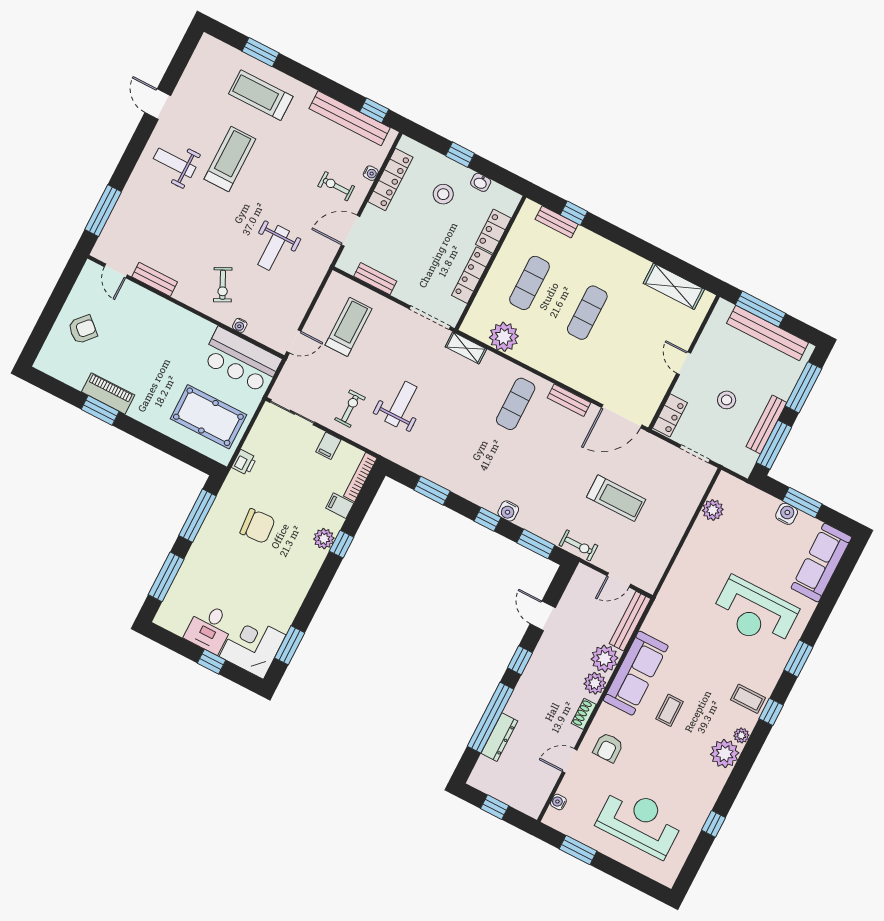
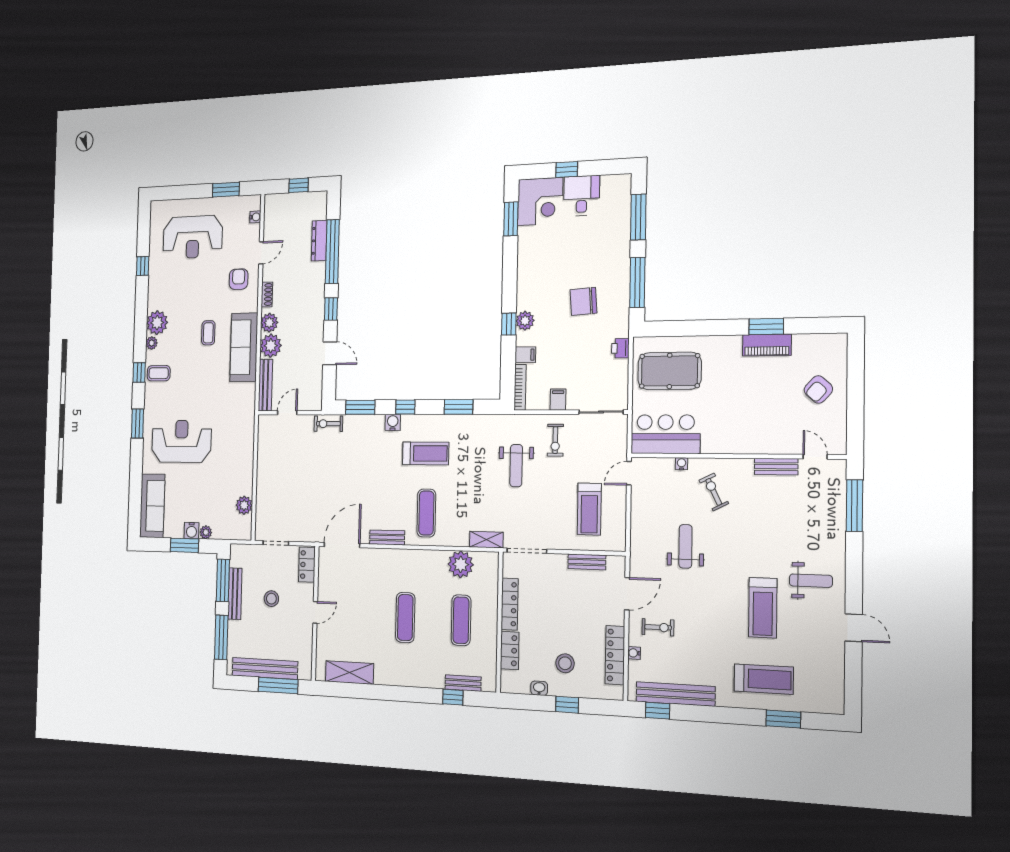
door: (684, 363) -> (315, 612), hinge flipped
treadmill: (616, 498) -> (426, 453), moved, turned 180
plant: (771, 504) -> (206, 532), added

